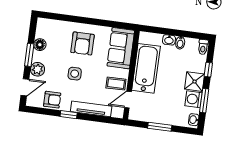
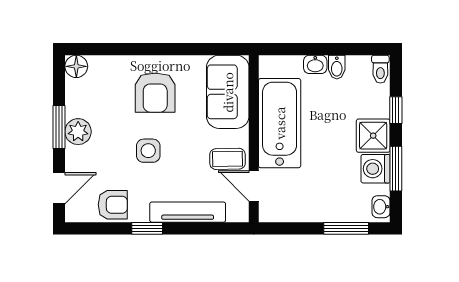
floor lamp: (40, 45) -> (76, 66), moved
plant: (38, 69) -> (78, 132), moved
door: (128, 100) -> (254, 186), hinge flipped
window: (160, 127) -> (346, 228), moved

